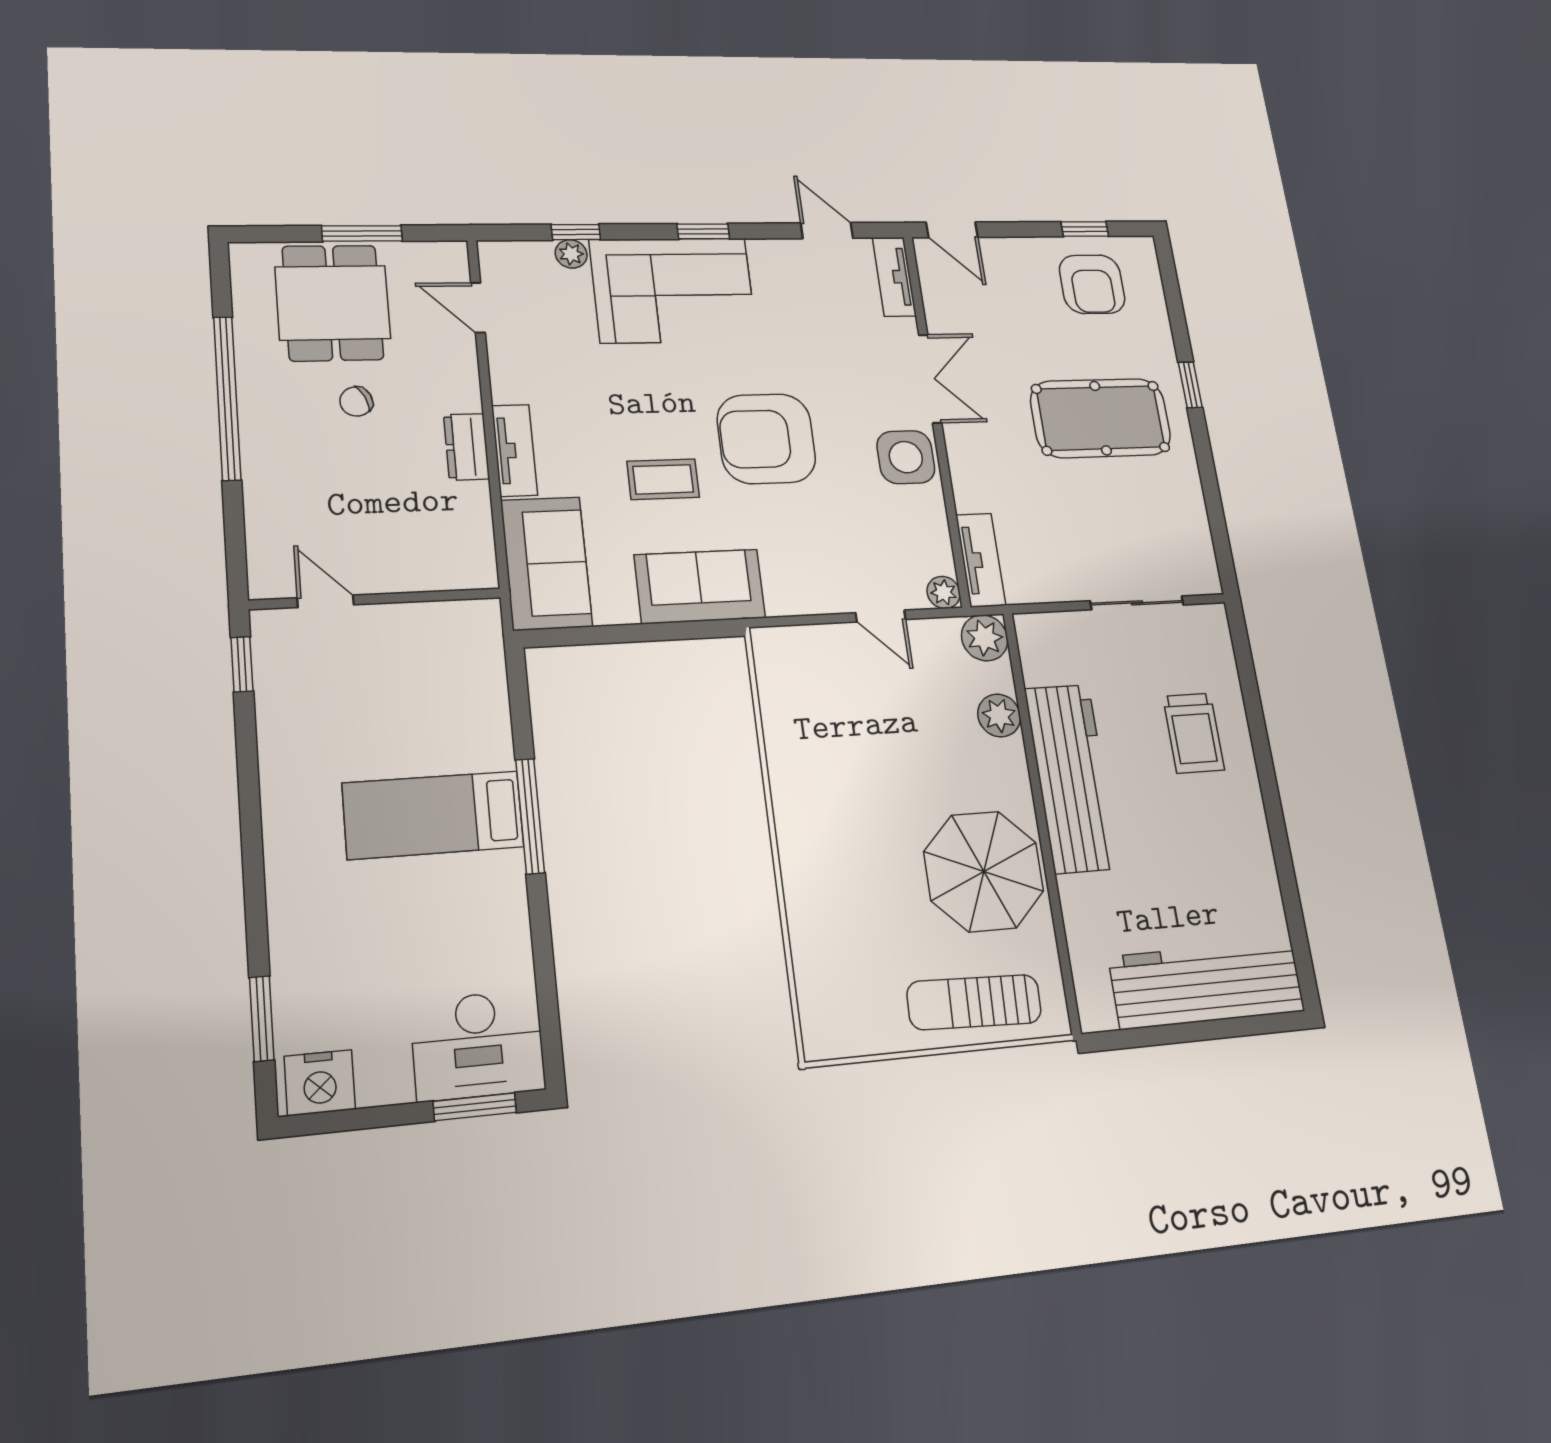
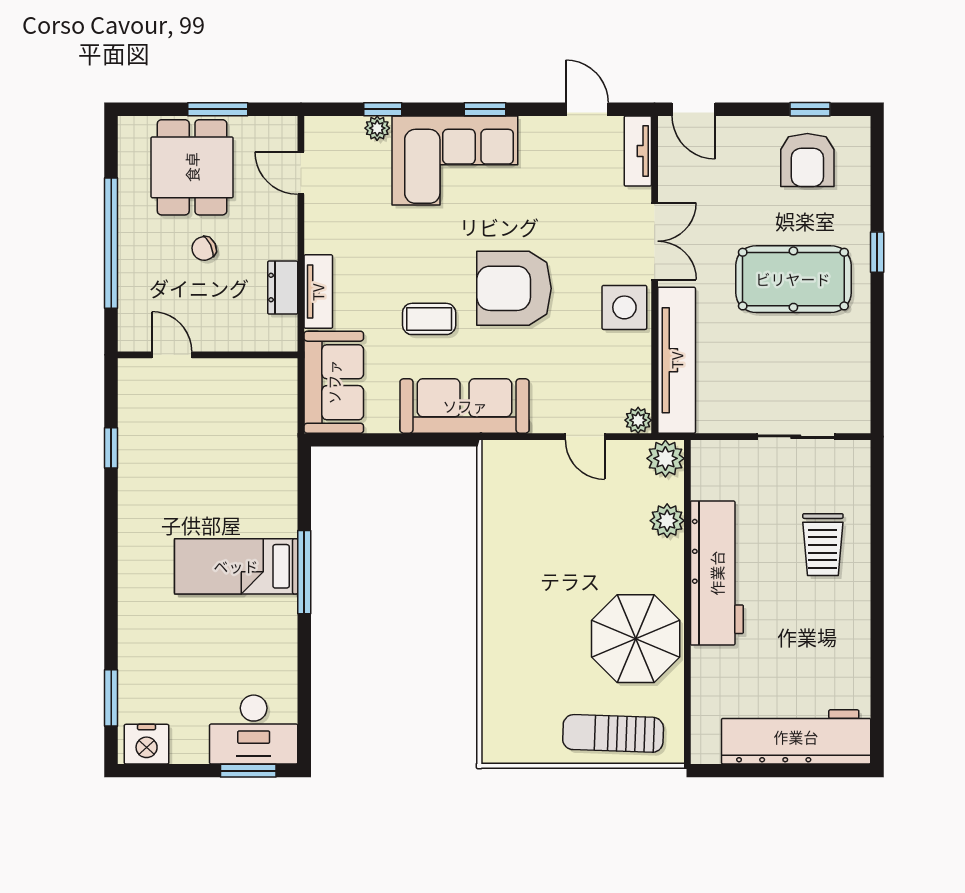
tv unit: (981, 560) -> (677, 360), width x1.92, depth x1.29
sofa: (700, 586) -> (465, 406), width x1.36
wall: (376, 599) -> (208, 355), moved
door: (326, 601) -> (172, 355), moved

